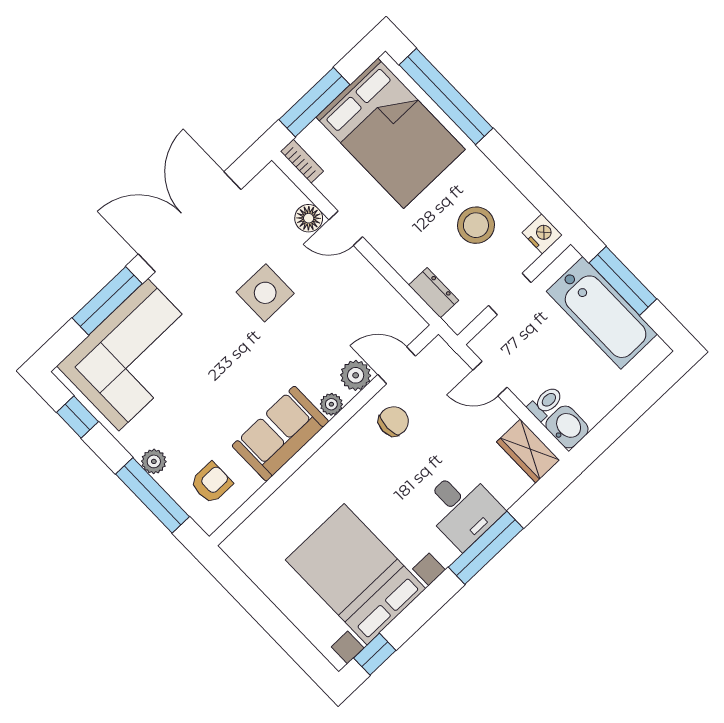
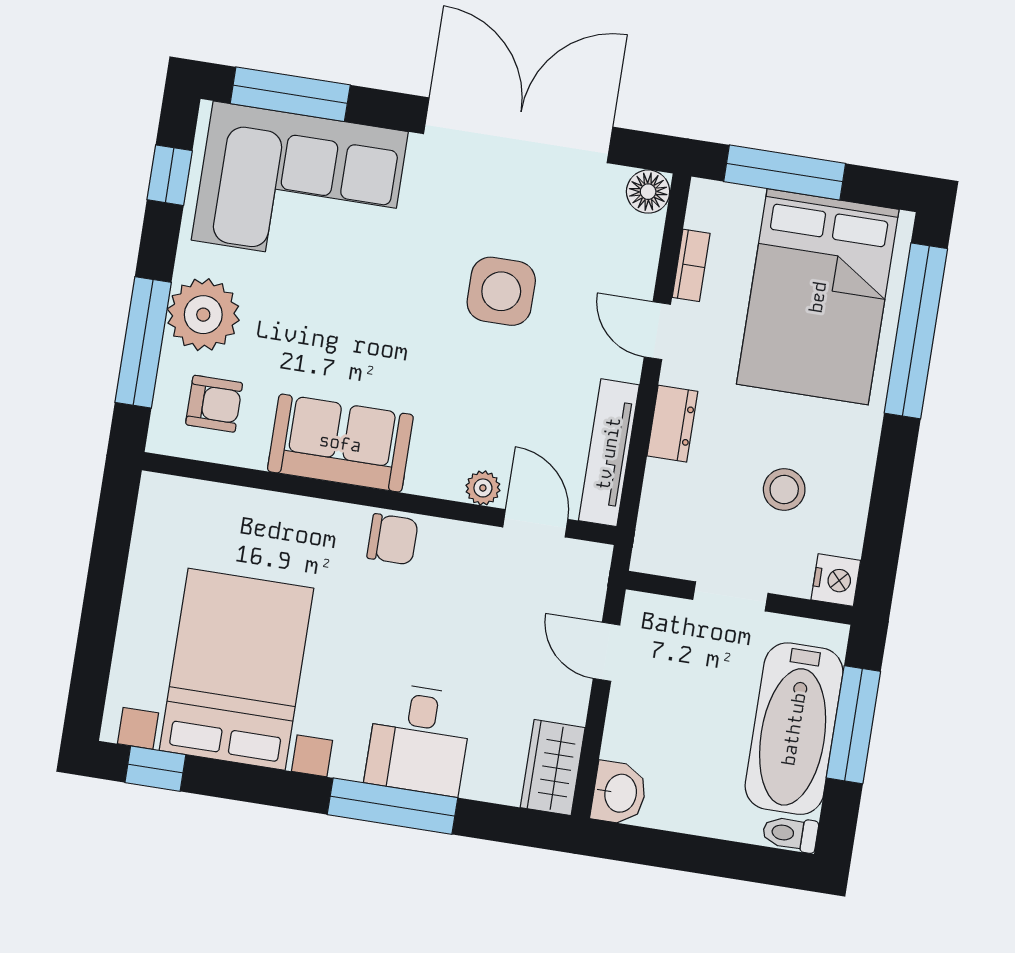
bookcase: (302, 161) -> (691, 265), moved
floor lamp: (309, 218) -> (648, 192), moved
stool: (476, 225) -> (784, 490), width x0.73, depth x0.73
dresser: (434, 293) -> (672, 424), moved
tv unit: (389, 300) -> (609, 453), added
window: (107, 301) -> (290, 94), moved
plant: (356, 375) -> (483, 488), width x0.73, depth x0.73
toilet: (545, 403) -> (790, 834), moved, turned 180
plant: (331, 404) -> (425, 479), removed
chair: (394, 421) -> (393, 539), moved
plant: (154, 461) -> (203, 315), width x1.88, depth x1.88

